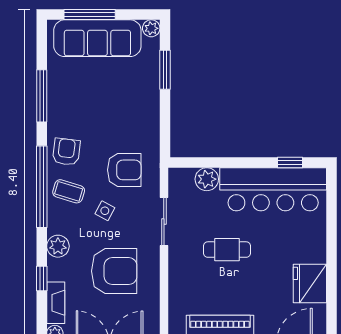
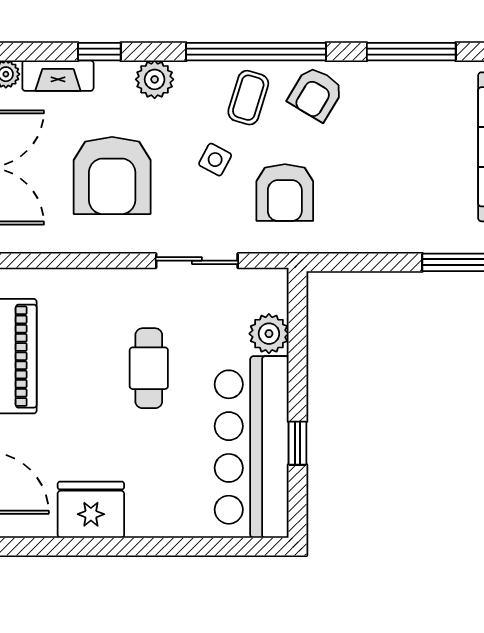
armchair: (66, 152) -> (316, 94), turned 114
window: (290, 162) -> (297, 443), moved

